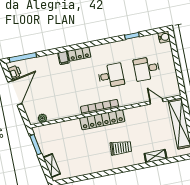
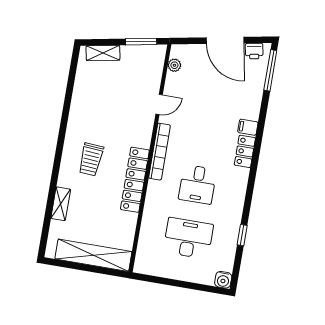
desk: (147, 69) -> (188, 238), width x1.37
door: (156, 101) -> (159, 104), moved
locker: (102, 120) -> (135, 180), moved

